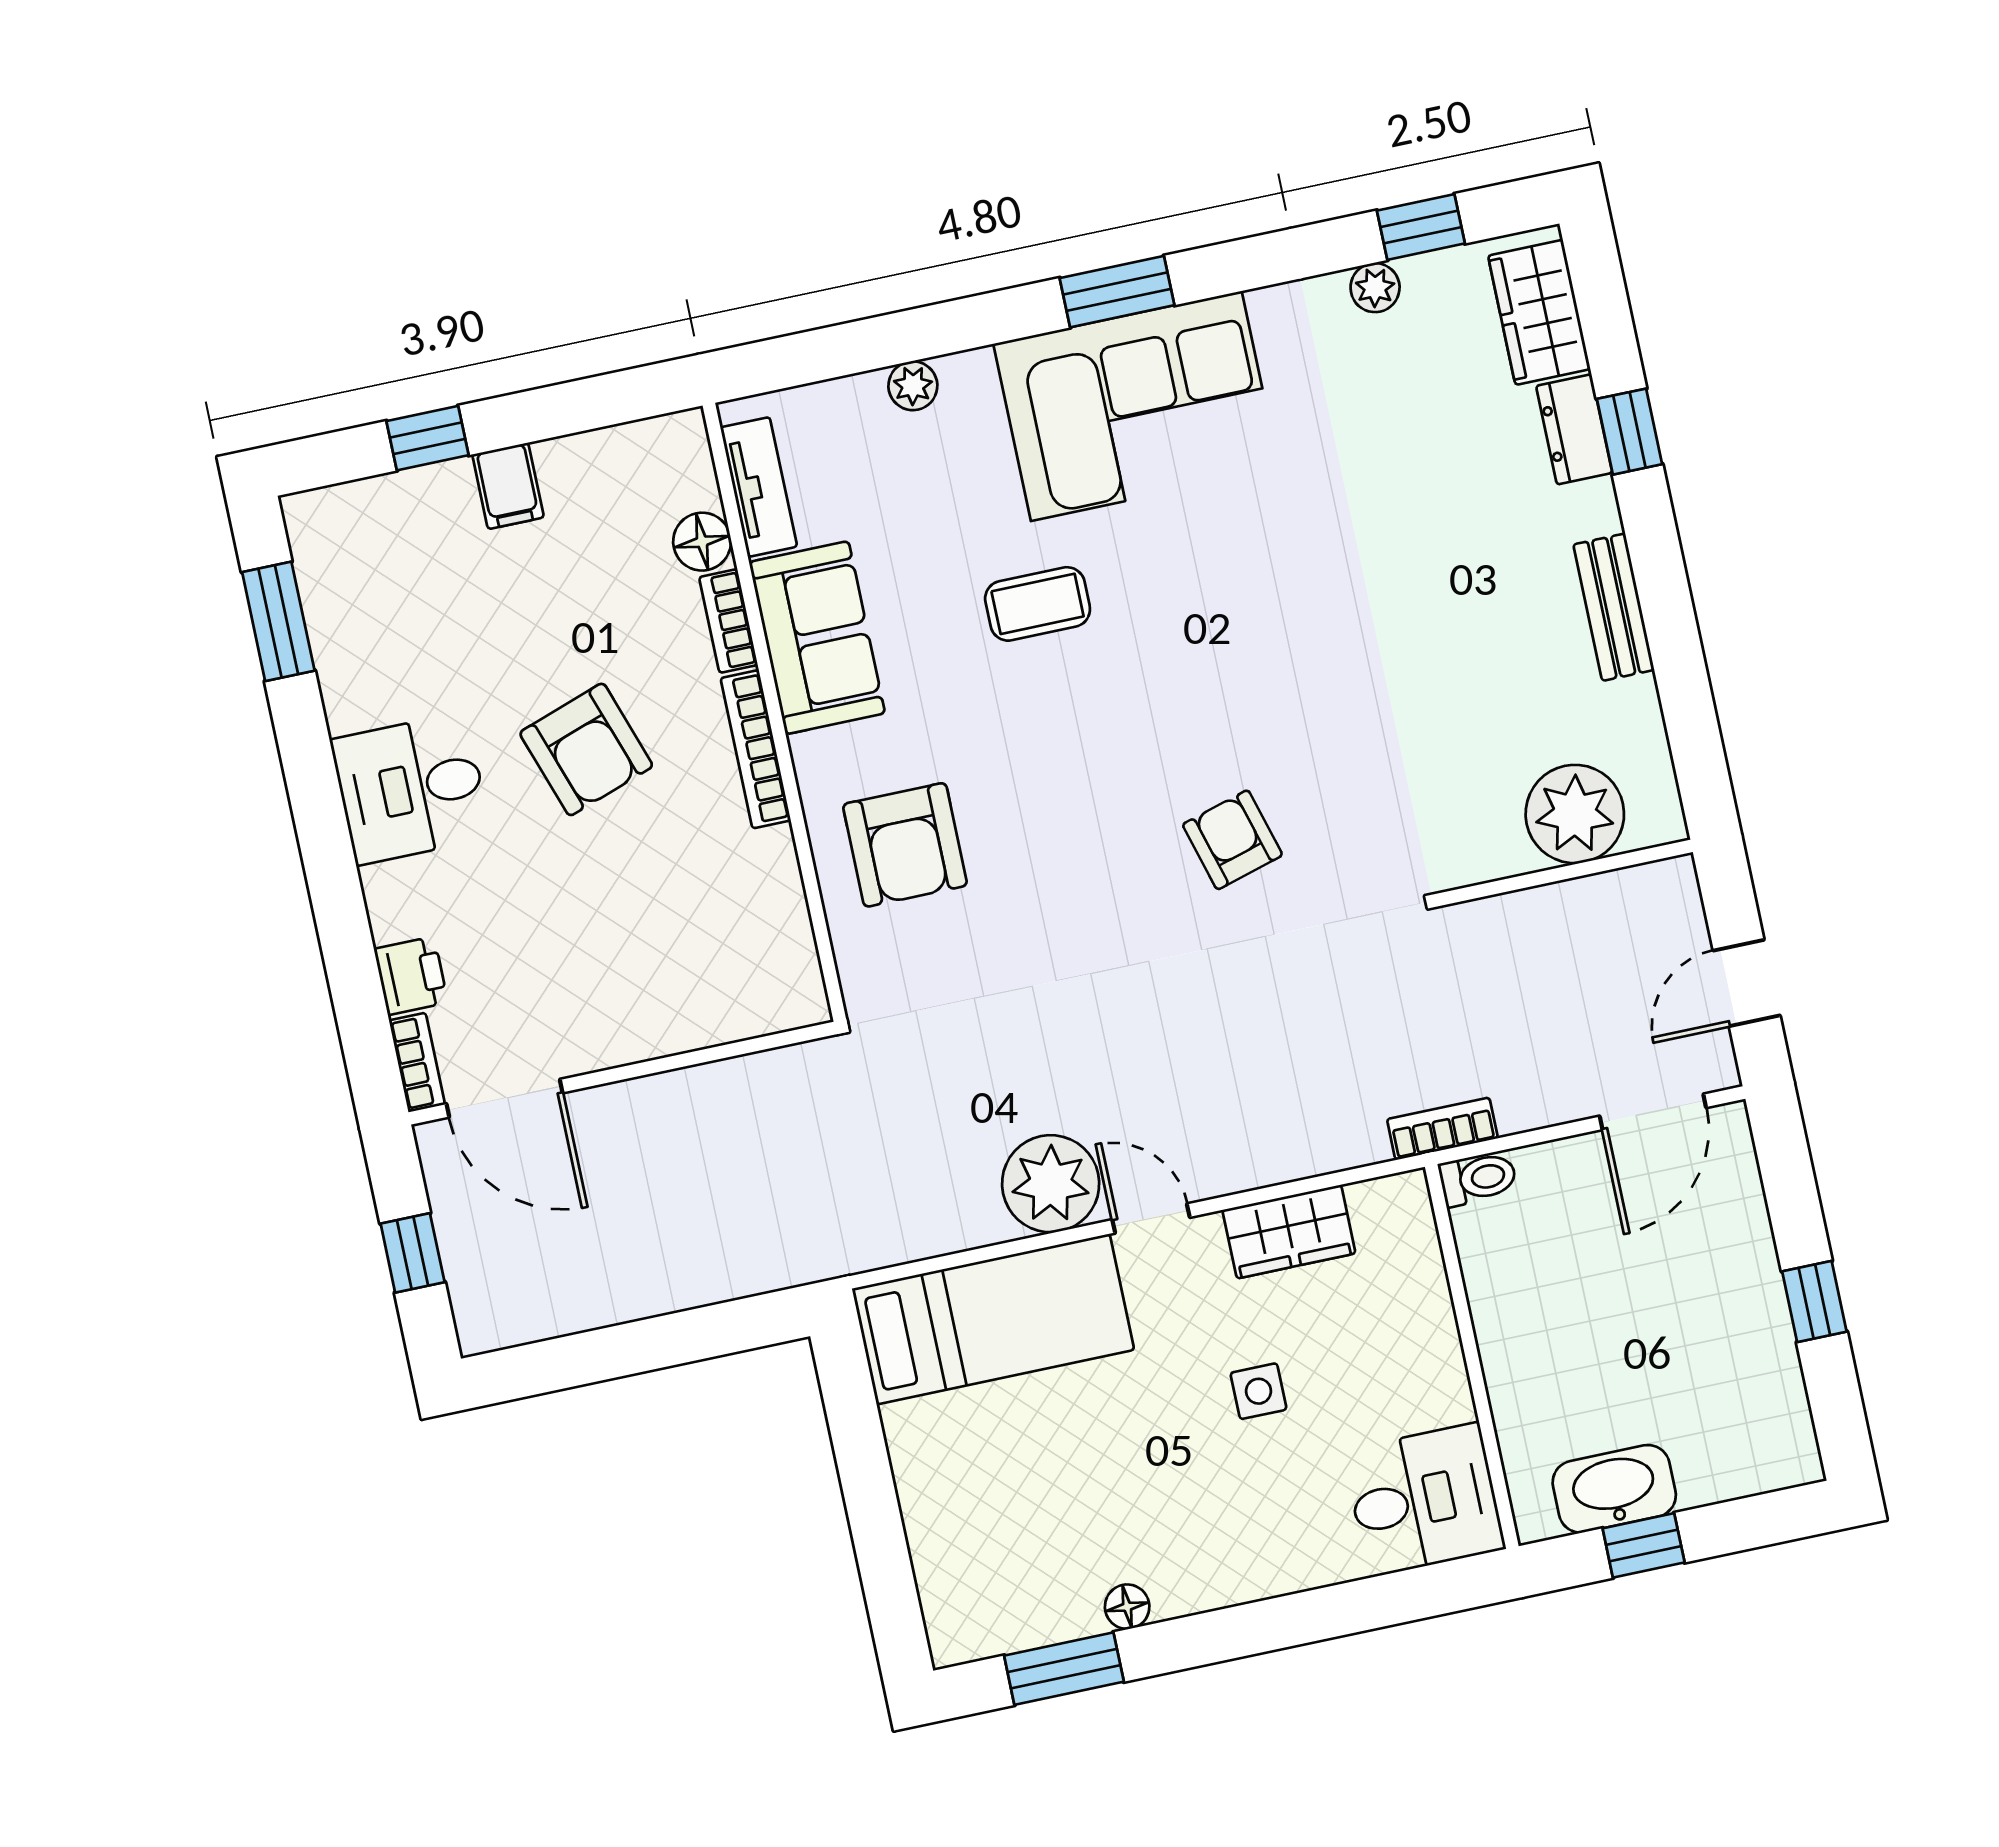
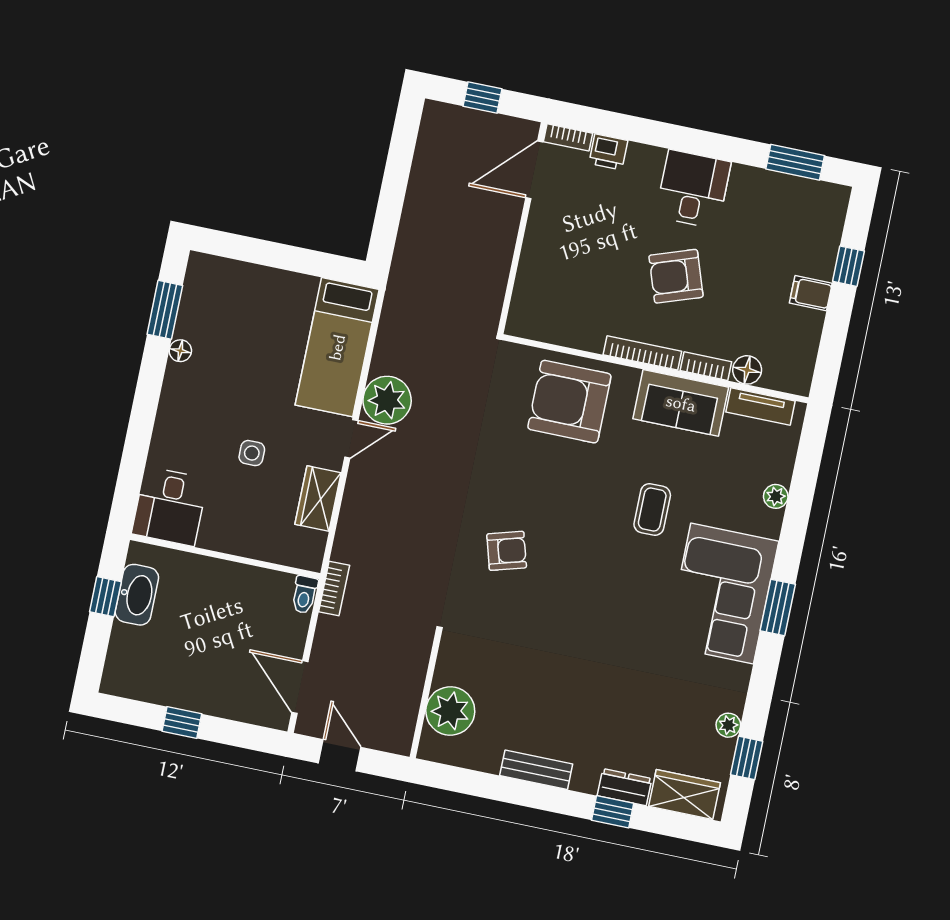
armchair: (905, 845) -> (569, 402), width x1.36, depth x1.36

